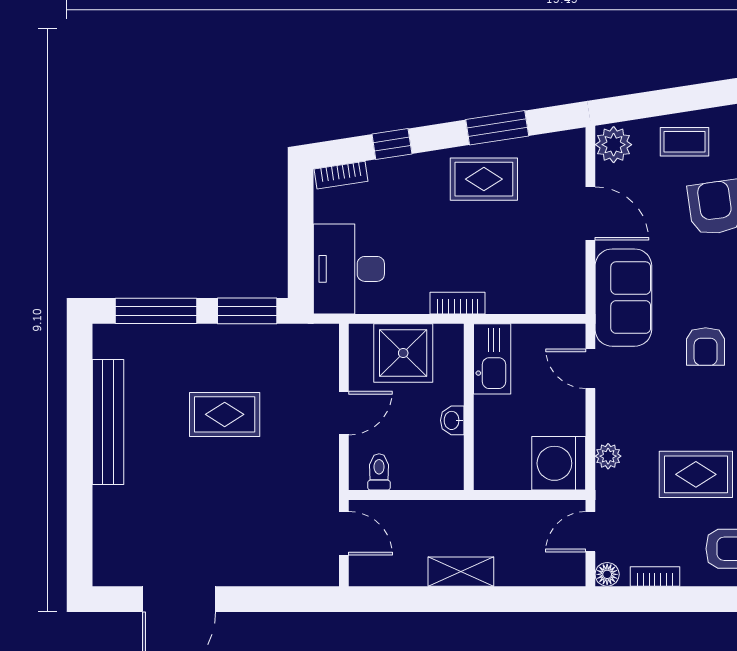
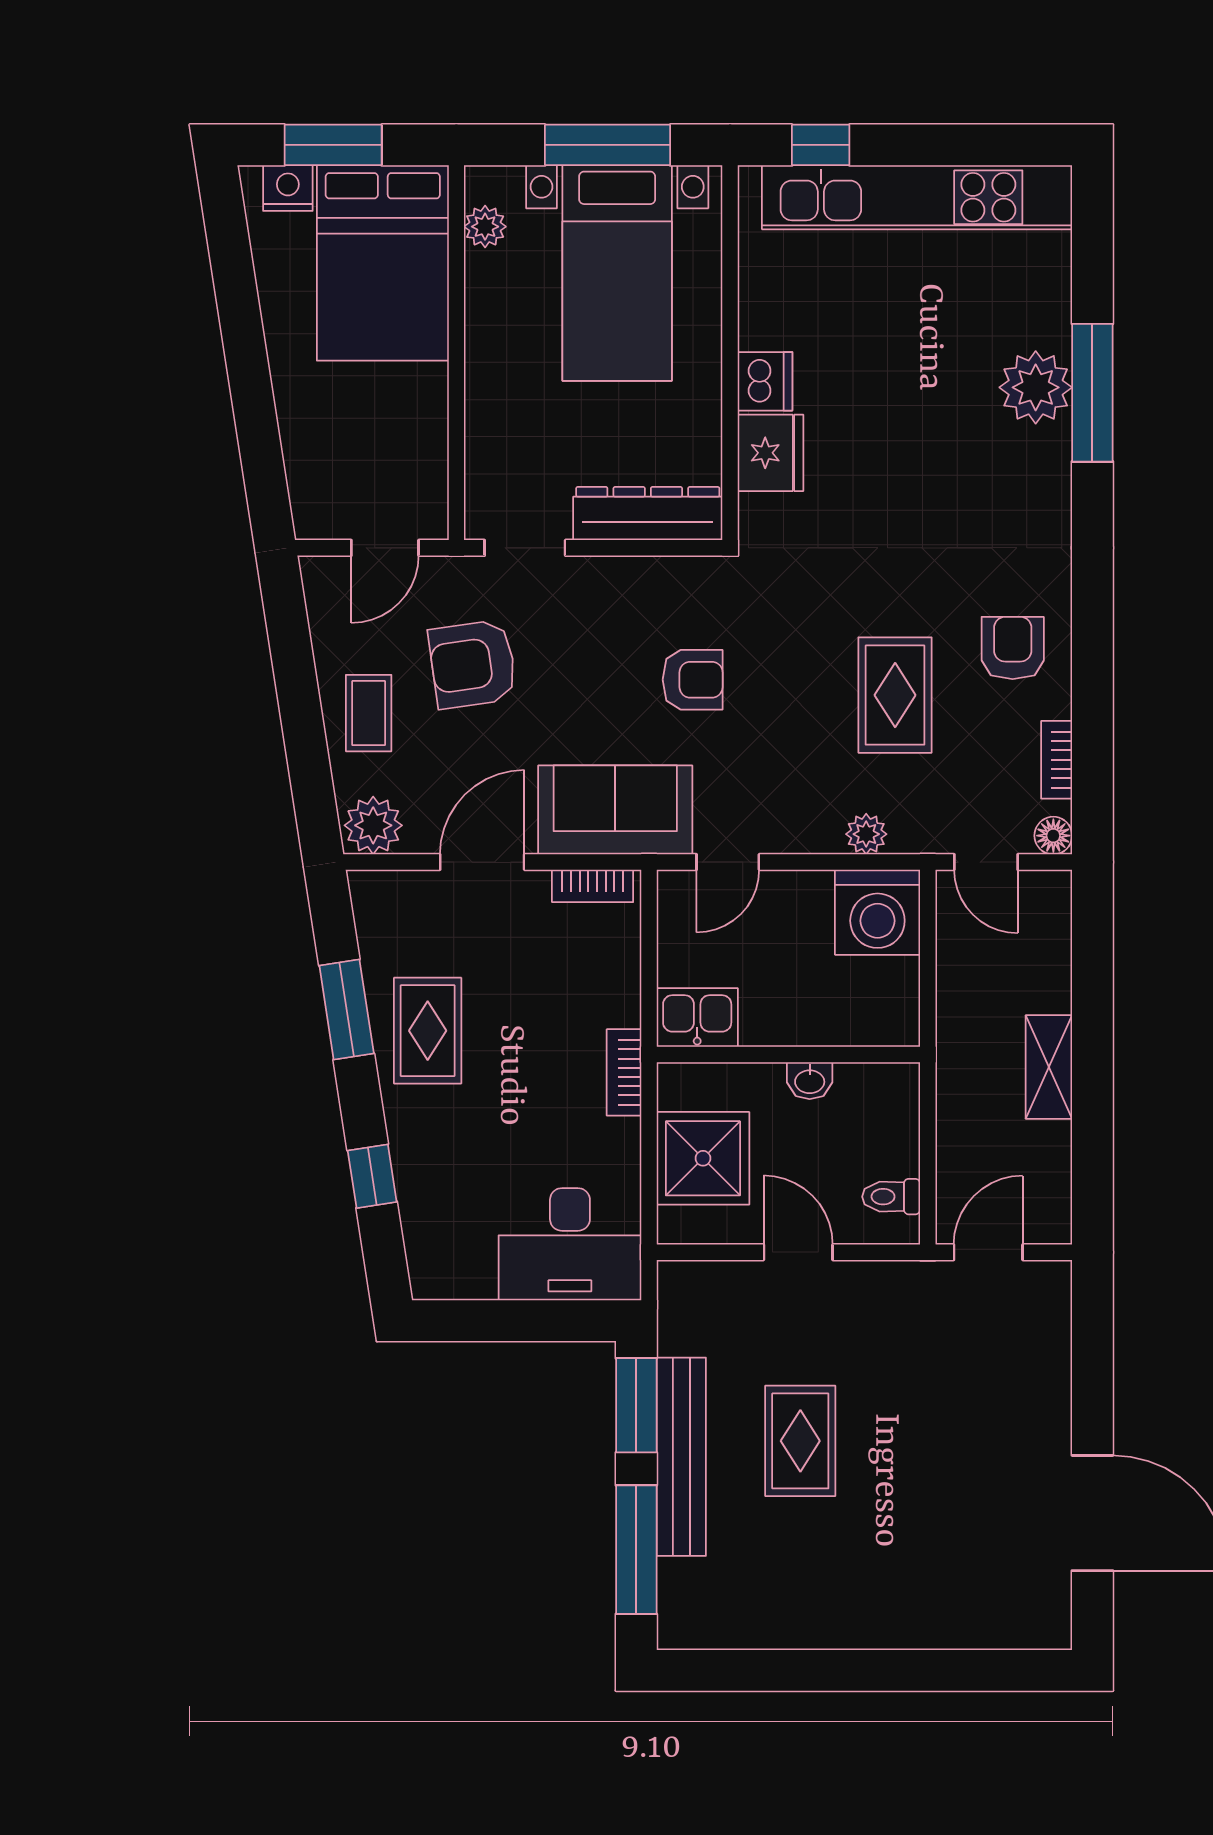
bookcase: (341, 175) -> (593, 886), moved, turned 99
kitchen sink: (492, 359) -> (697, 1018), width x0.73
bench: (108, 422) -> (681, 1457), moved, turned 90

